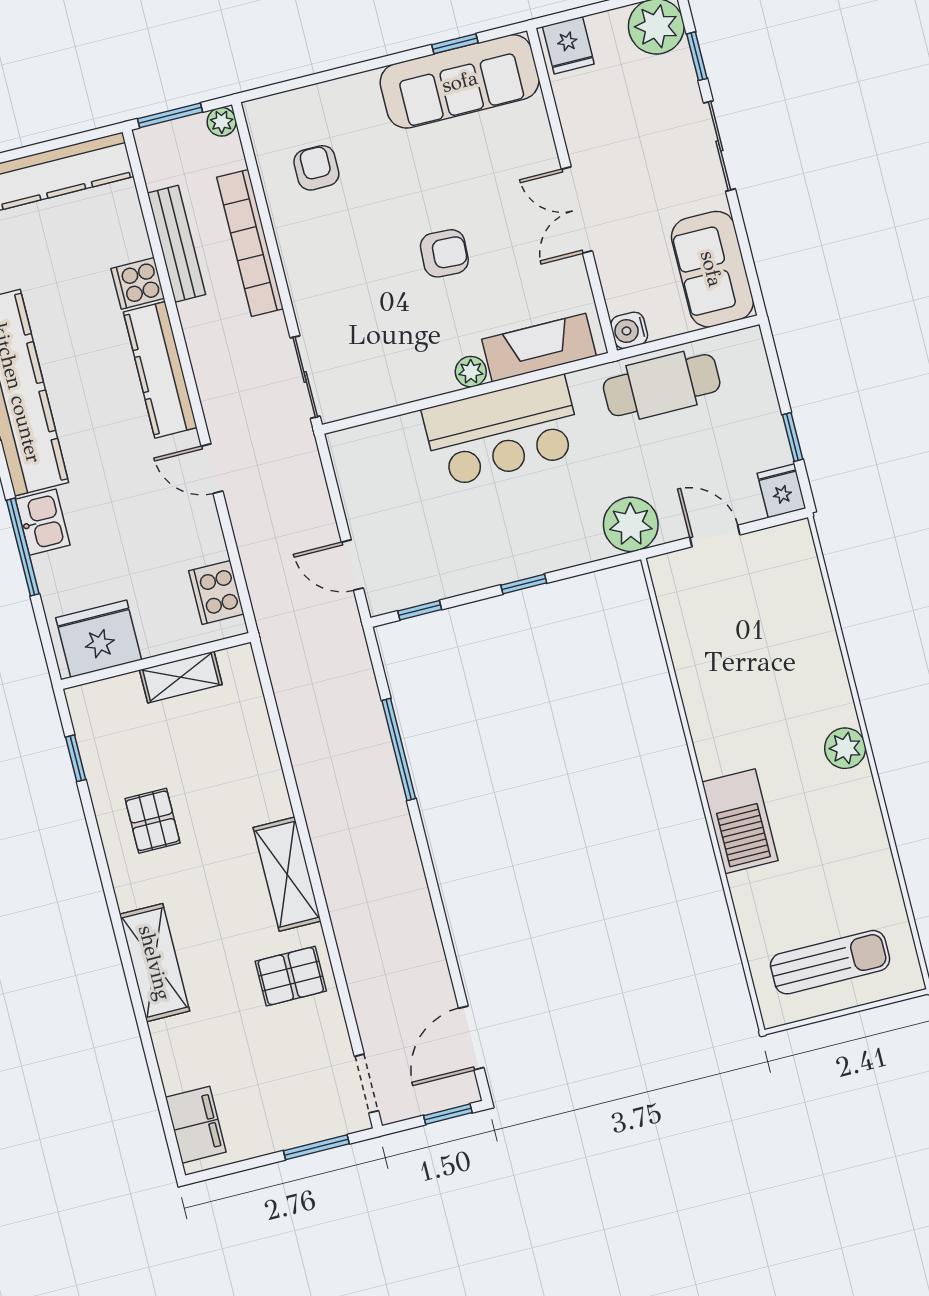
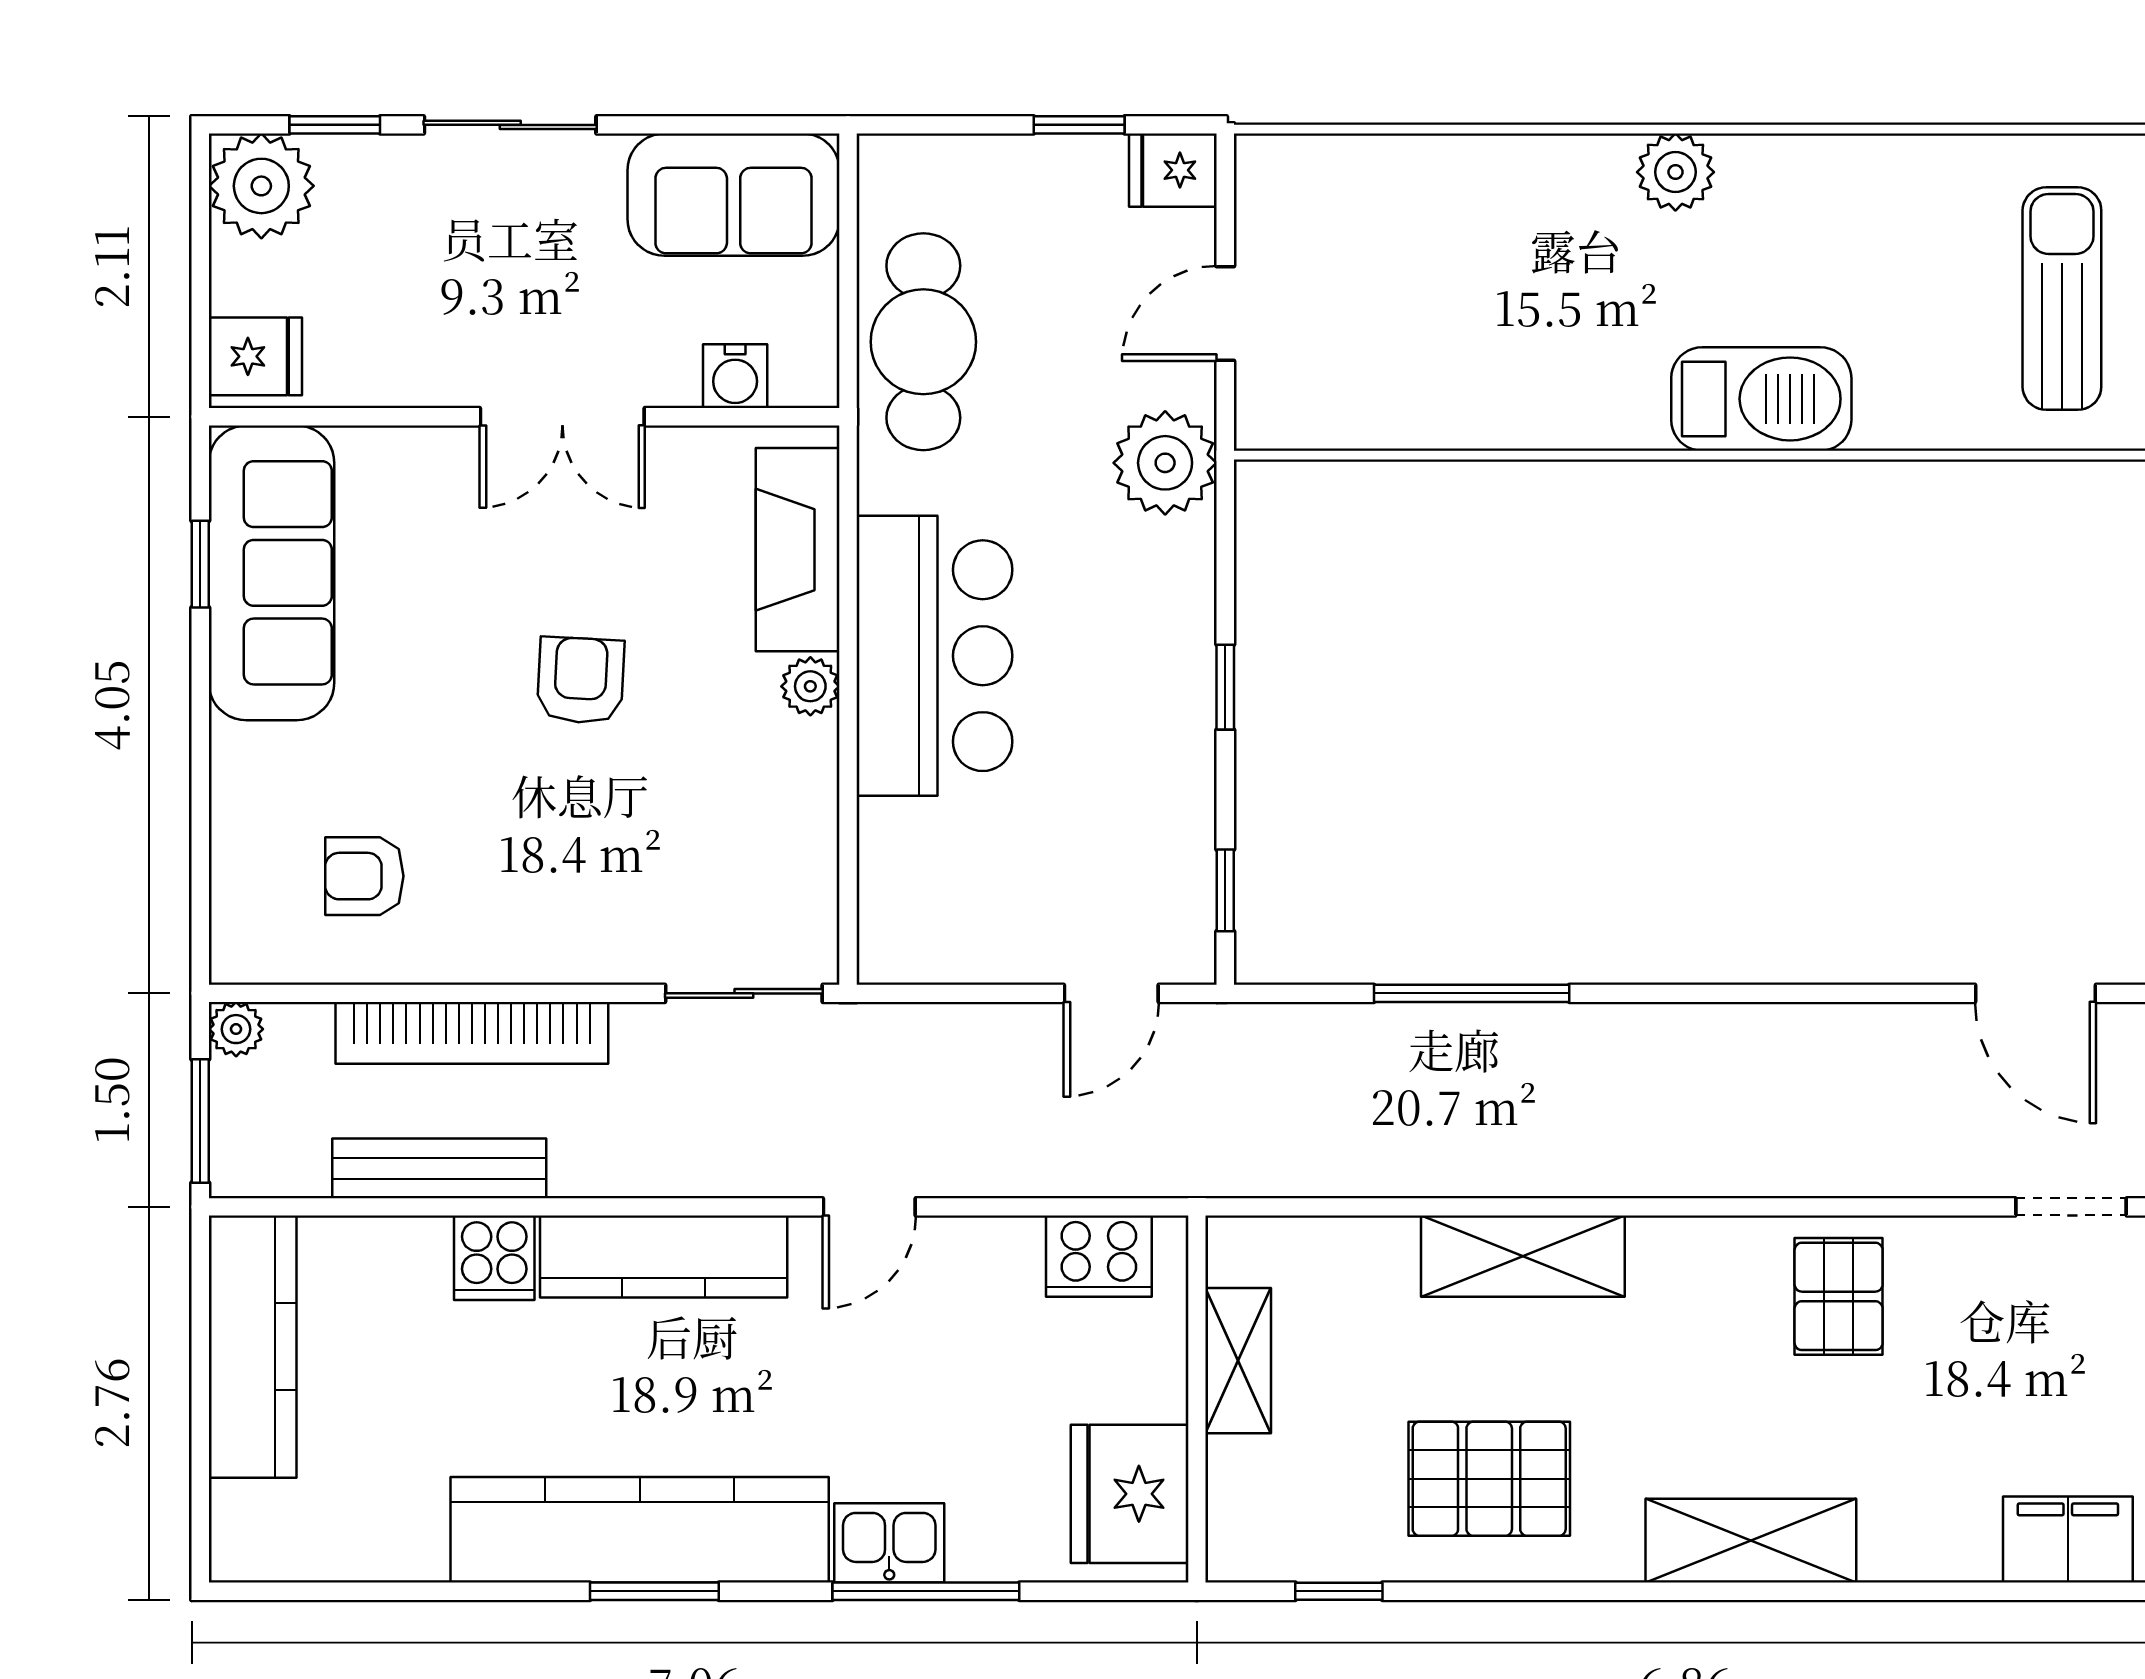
water cooler: (629, 330) -> (735, 376), moved
pallet: (153, 821) -> (1489, 1479), width x1.50, depth x1.42
shelving: (287, 874) -> (1523, 1256), moved

